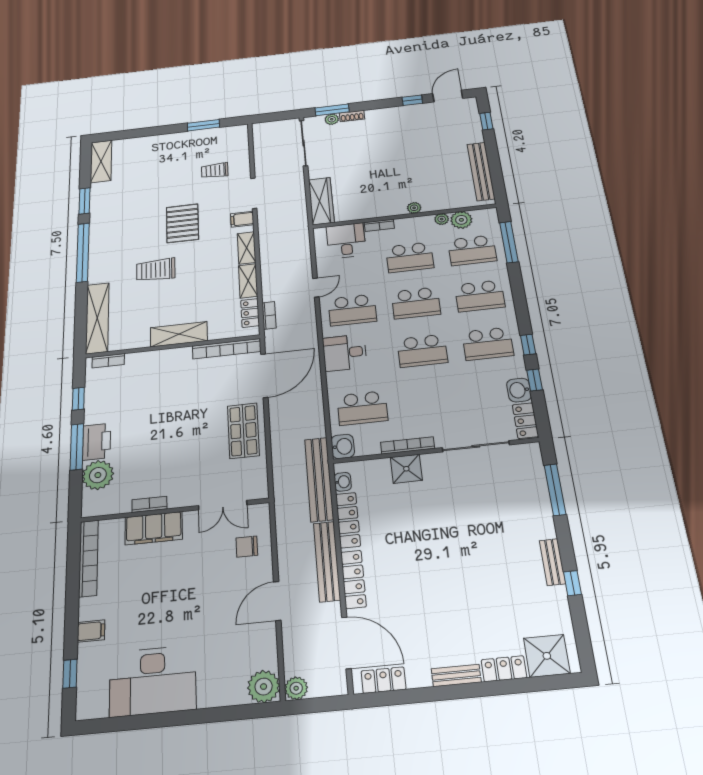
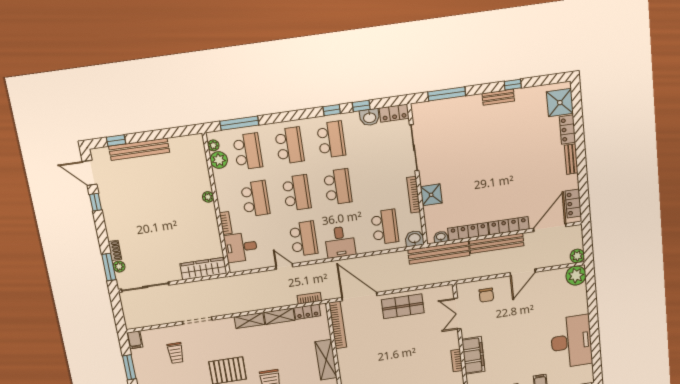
bench: (481, 171) -> (139, 149), moved
filing cabinet: (242, 219) -> (135, 340), moved
plant: (442, 219) -> (213, 145), moved
double door: (223, 505) -> (457, 314), swing flipped
door: (277, 601) -> (523, 272), hinge flipped

